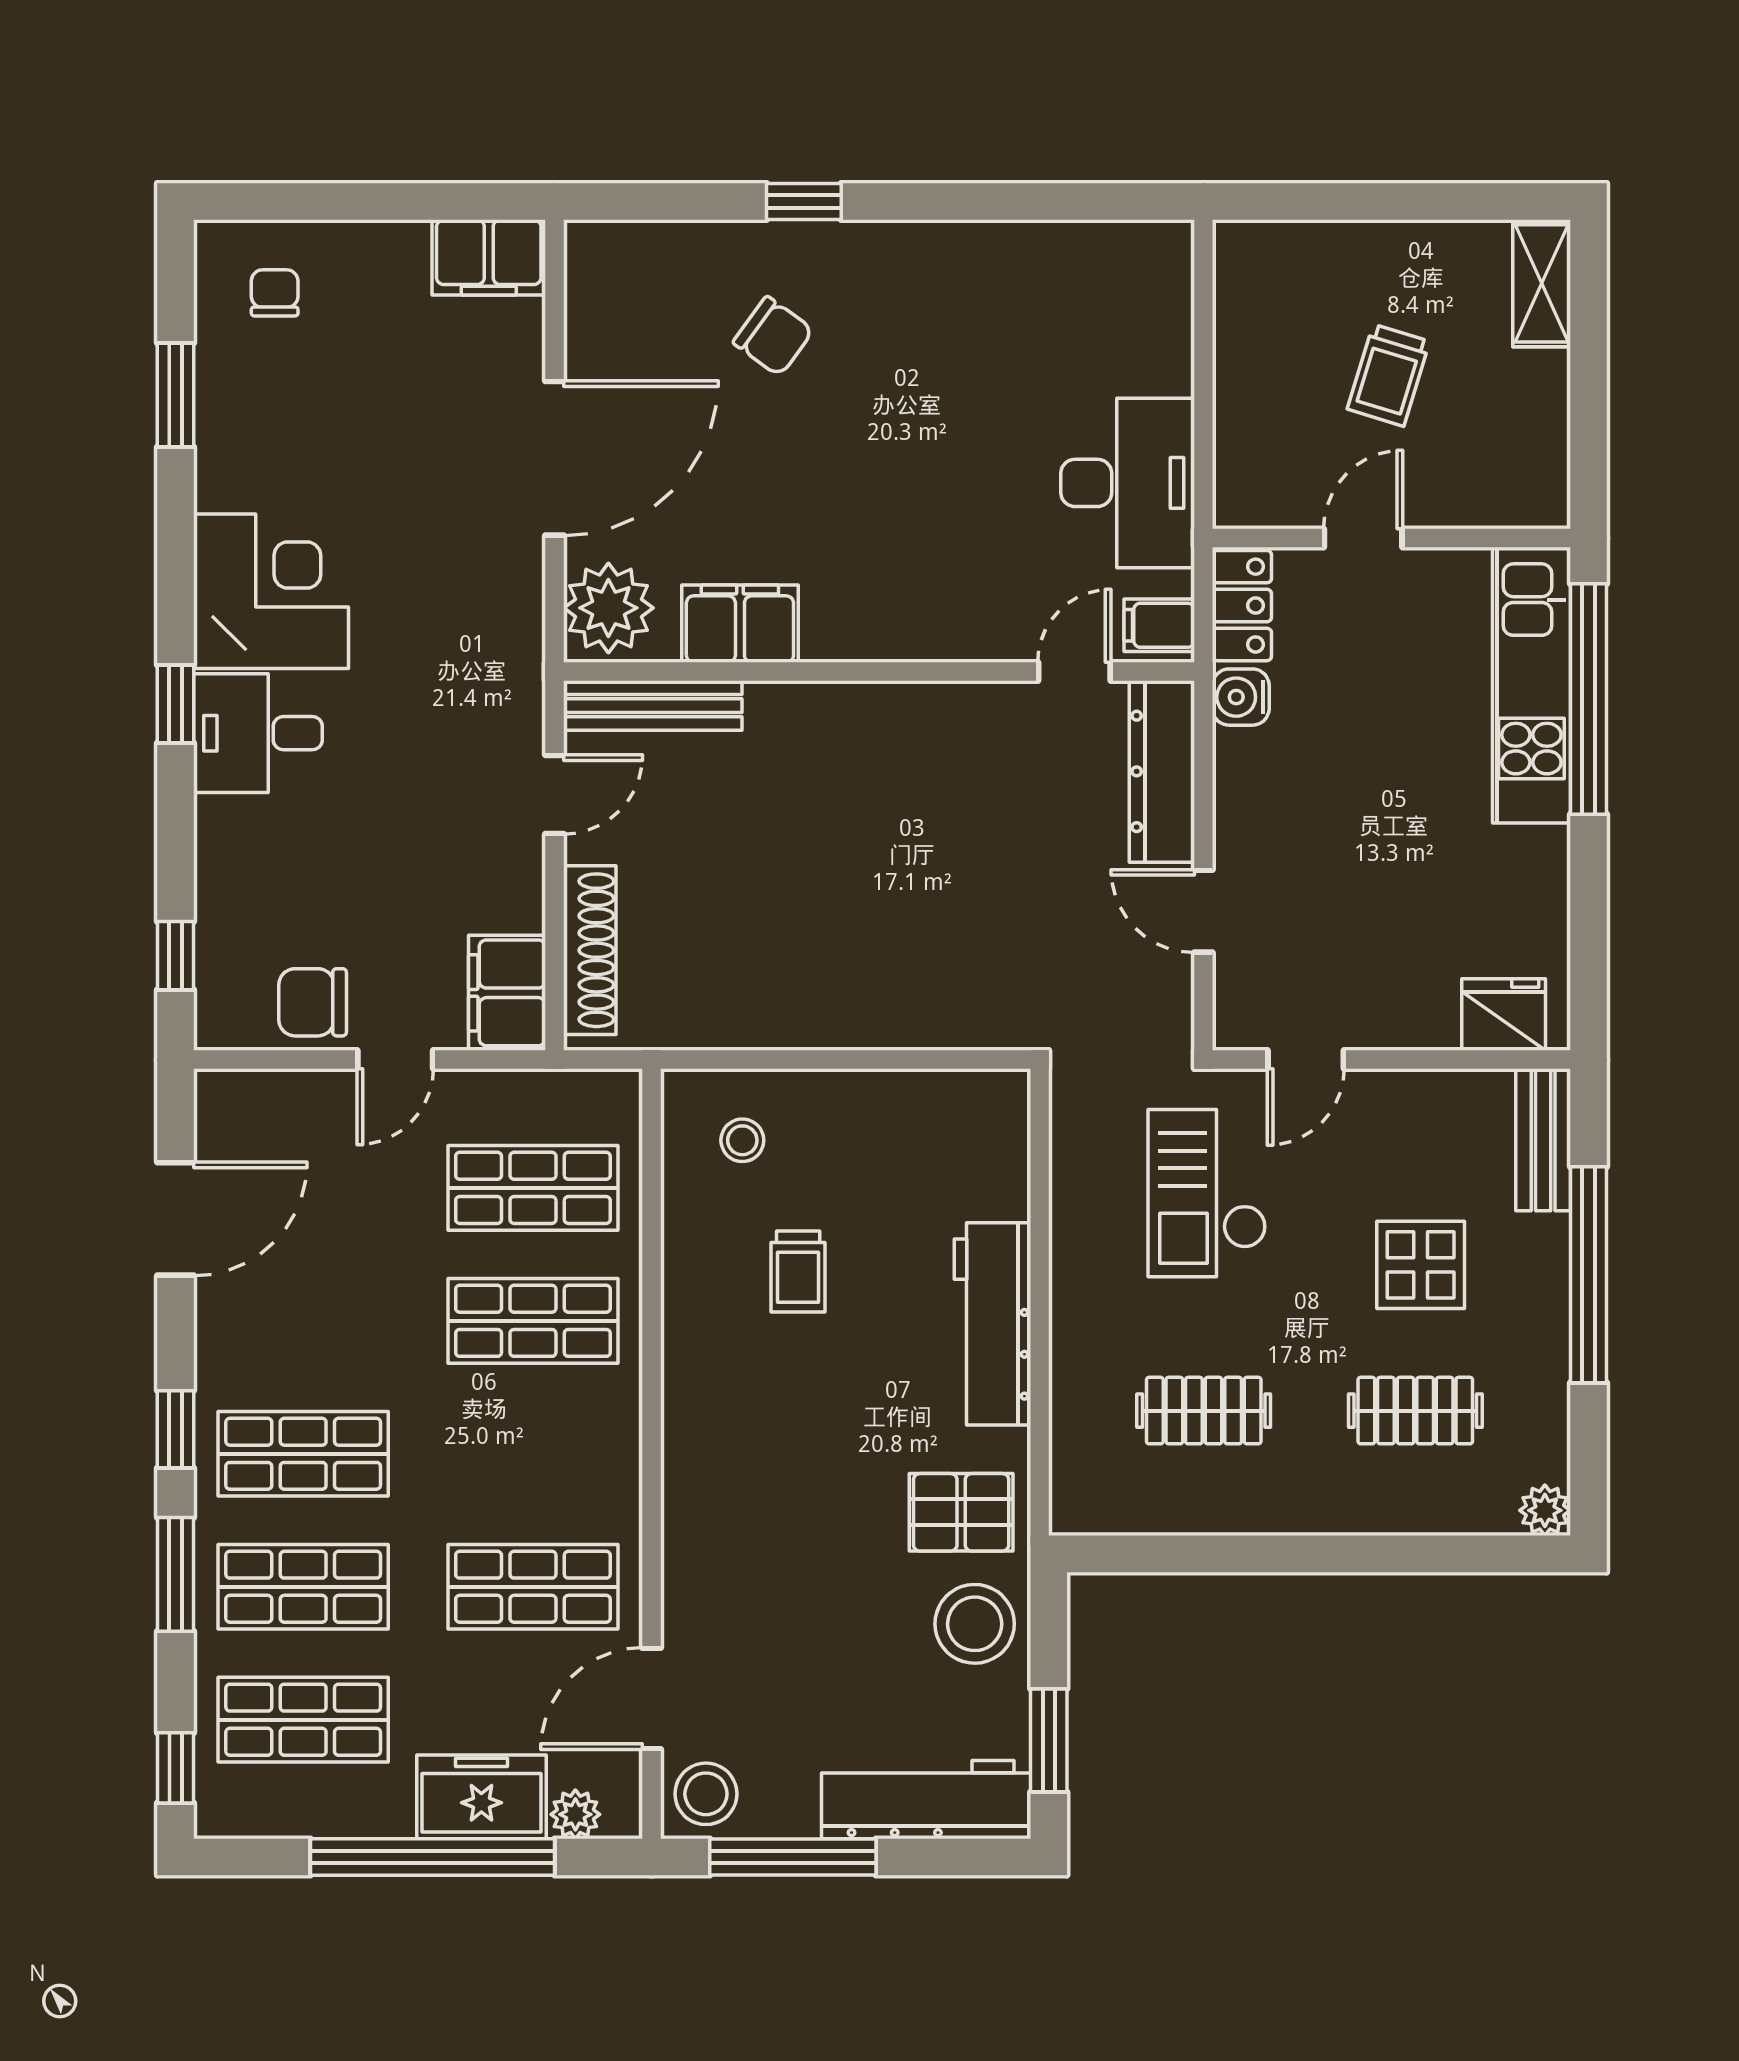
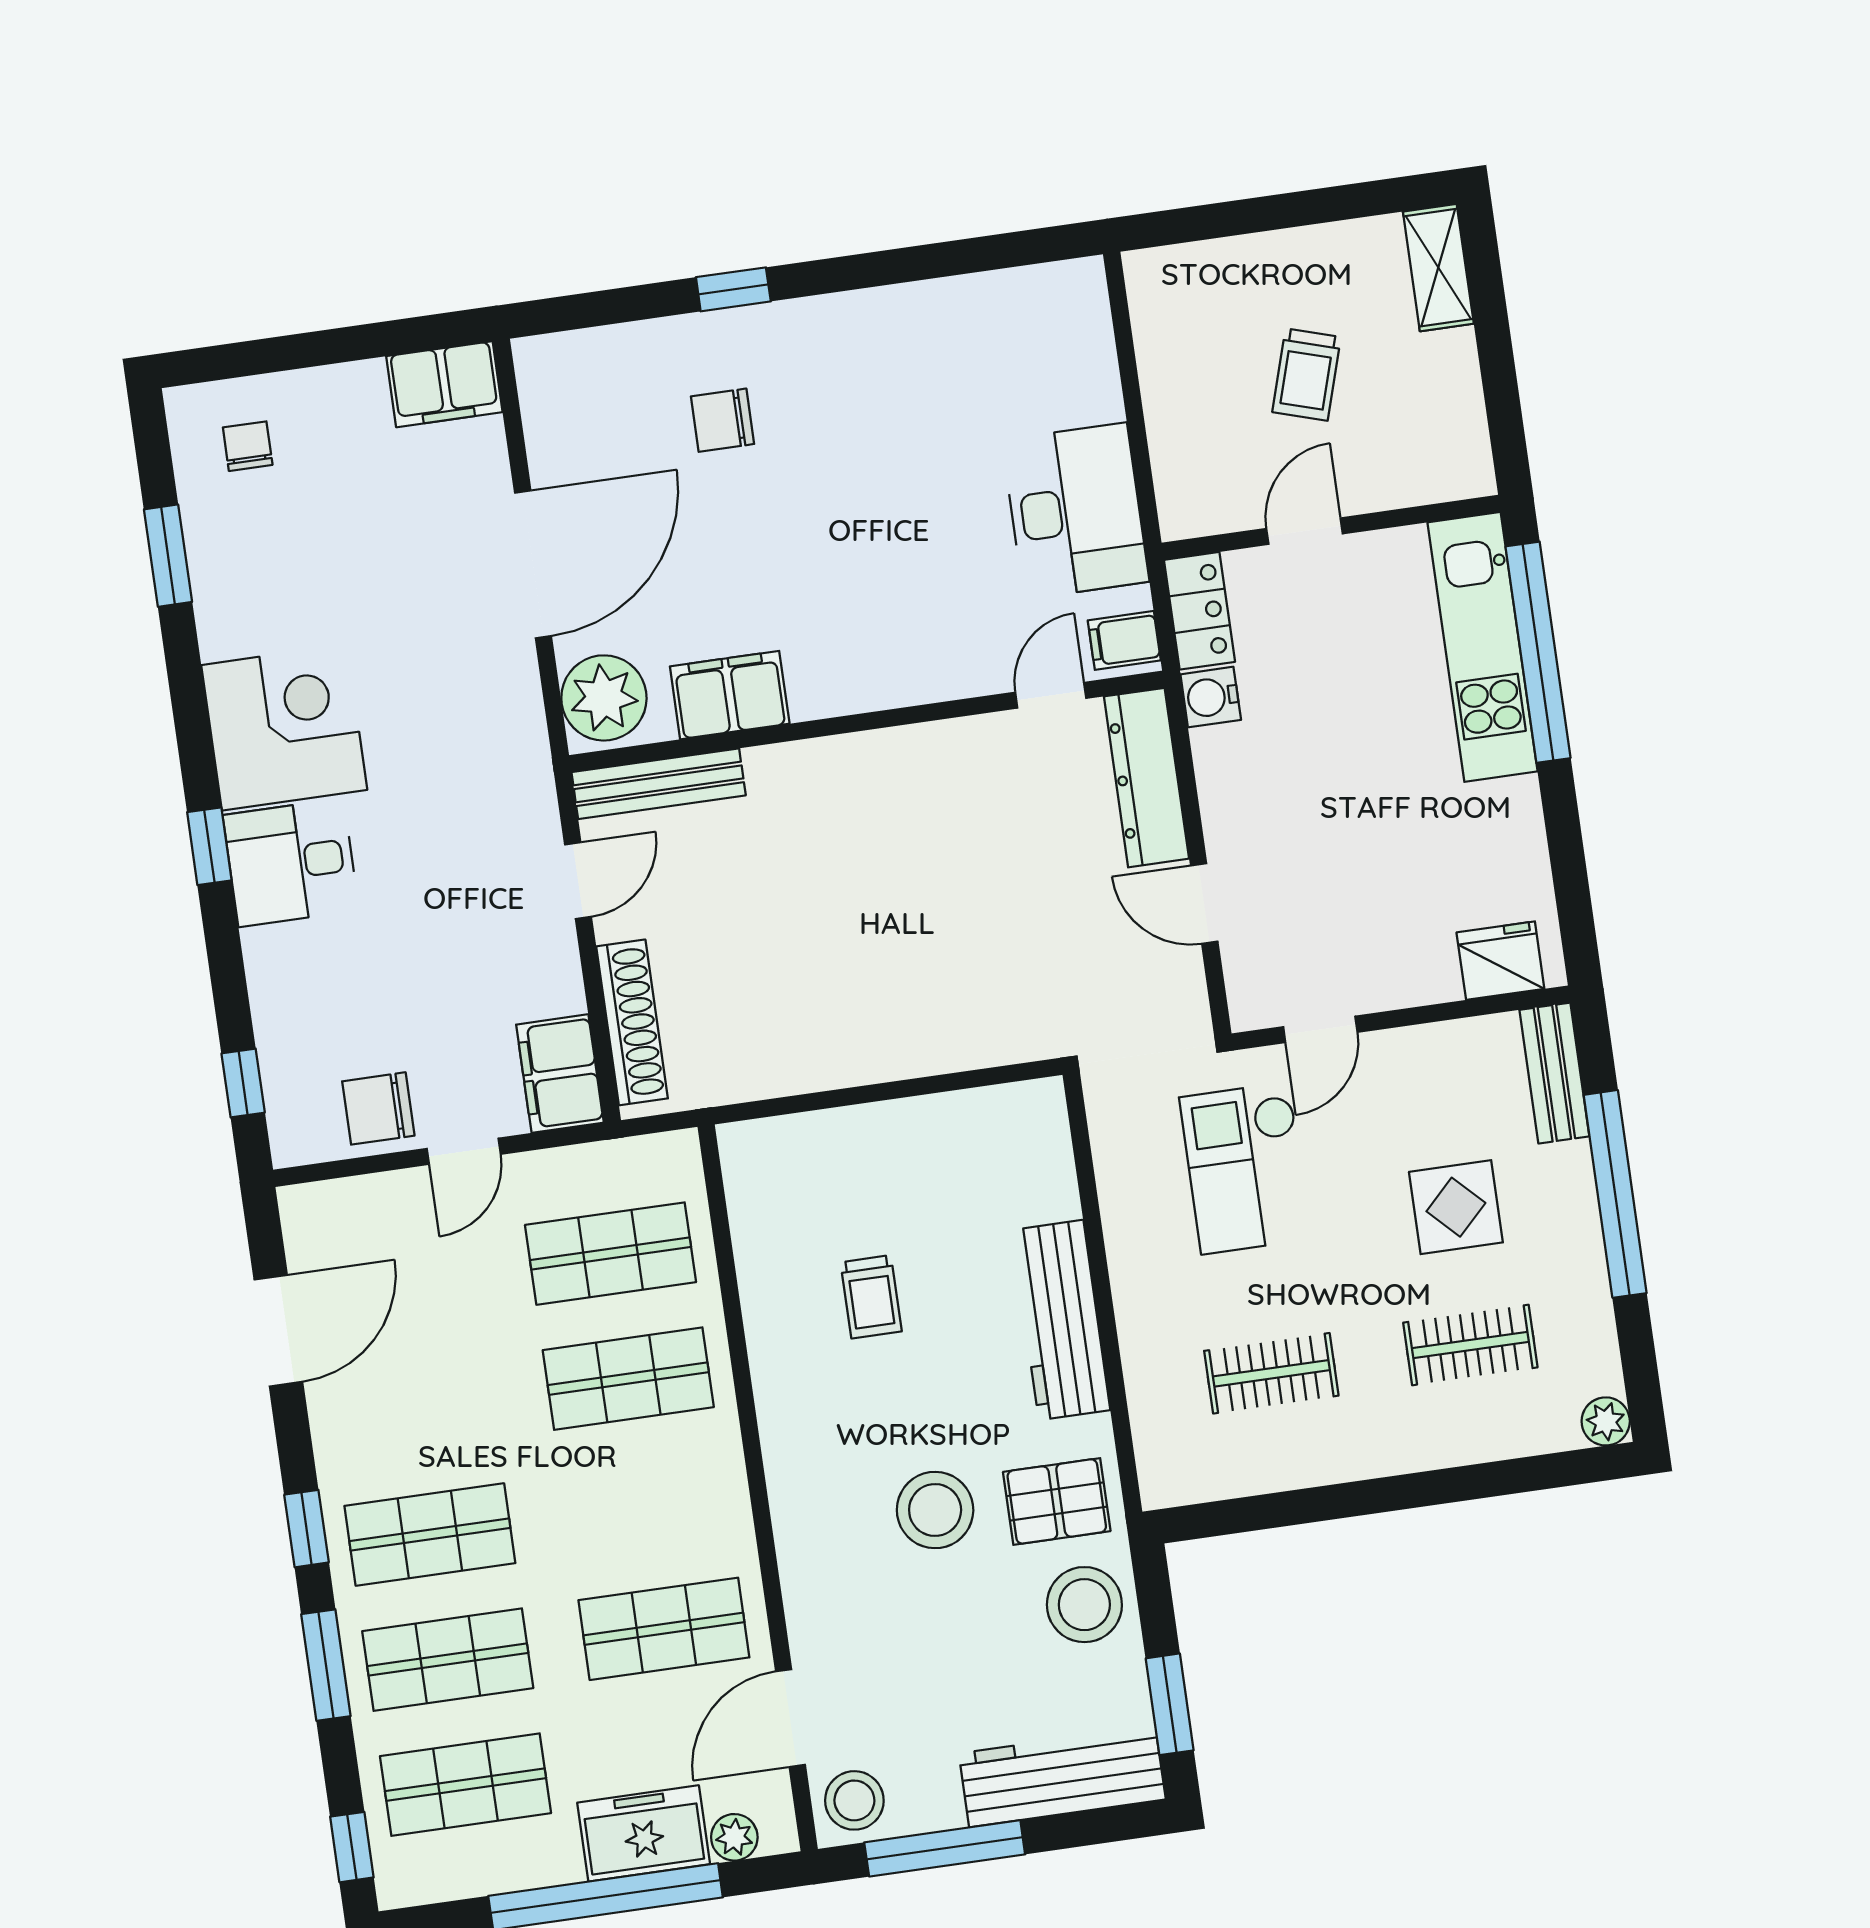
chair: (773, 336) -> (722, 420), turned 144
stool: (742, 1140) -> (935, 1510), moved, width x1.89, depth x1.89

